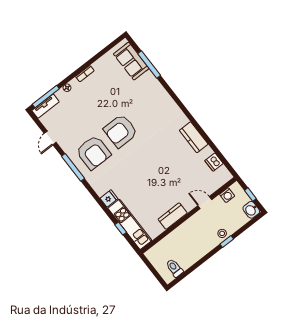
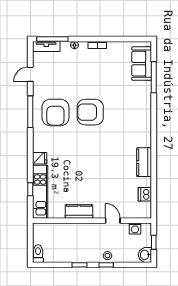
window: (206, 258) -> (79, 265), added
toilet: (174, 268) -> (38, 254), moved

